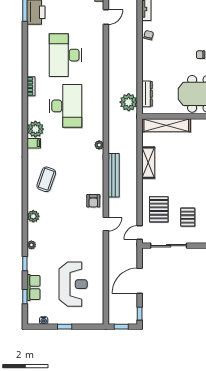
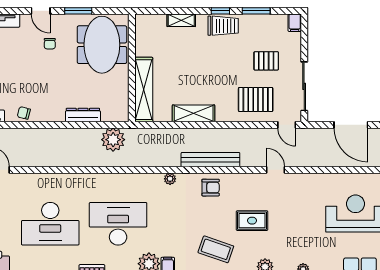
dresser: (147, 94) -> (83, 115), moved
armchair: (93, 201) -> (211, 188), moved
rug: (68, 206) -> (252, 221), added

